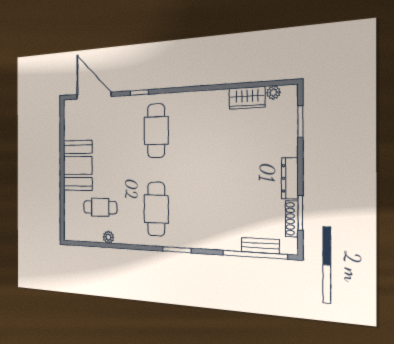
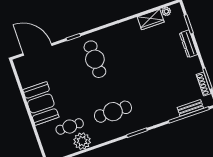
dresser: (290, 178) -> (188, 44), moved
cafe table: (156, 209) -> (113, 112), turned 90
plant: (108, 237) -> (82, 141), width x1.88, depth x1.88

